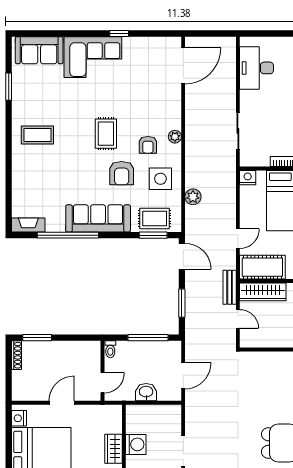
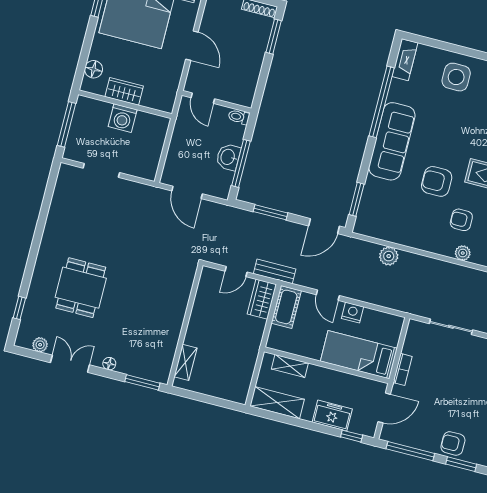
nightstand: (248, 178) -> (352, 313), moved, turned -90
side table: (160, 179) -> (456, 77), moved
rug: (155, 218) -> (375, 206), removed
cot: (262, 267) -> (286, 307), width x0.73, depth x0.75
wardrobe: (263, 292) -> (262, 299), width x0.67
washbasin: (146, 392) -> (228, 157), moved, turned 180

